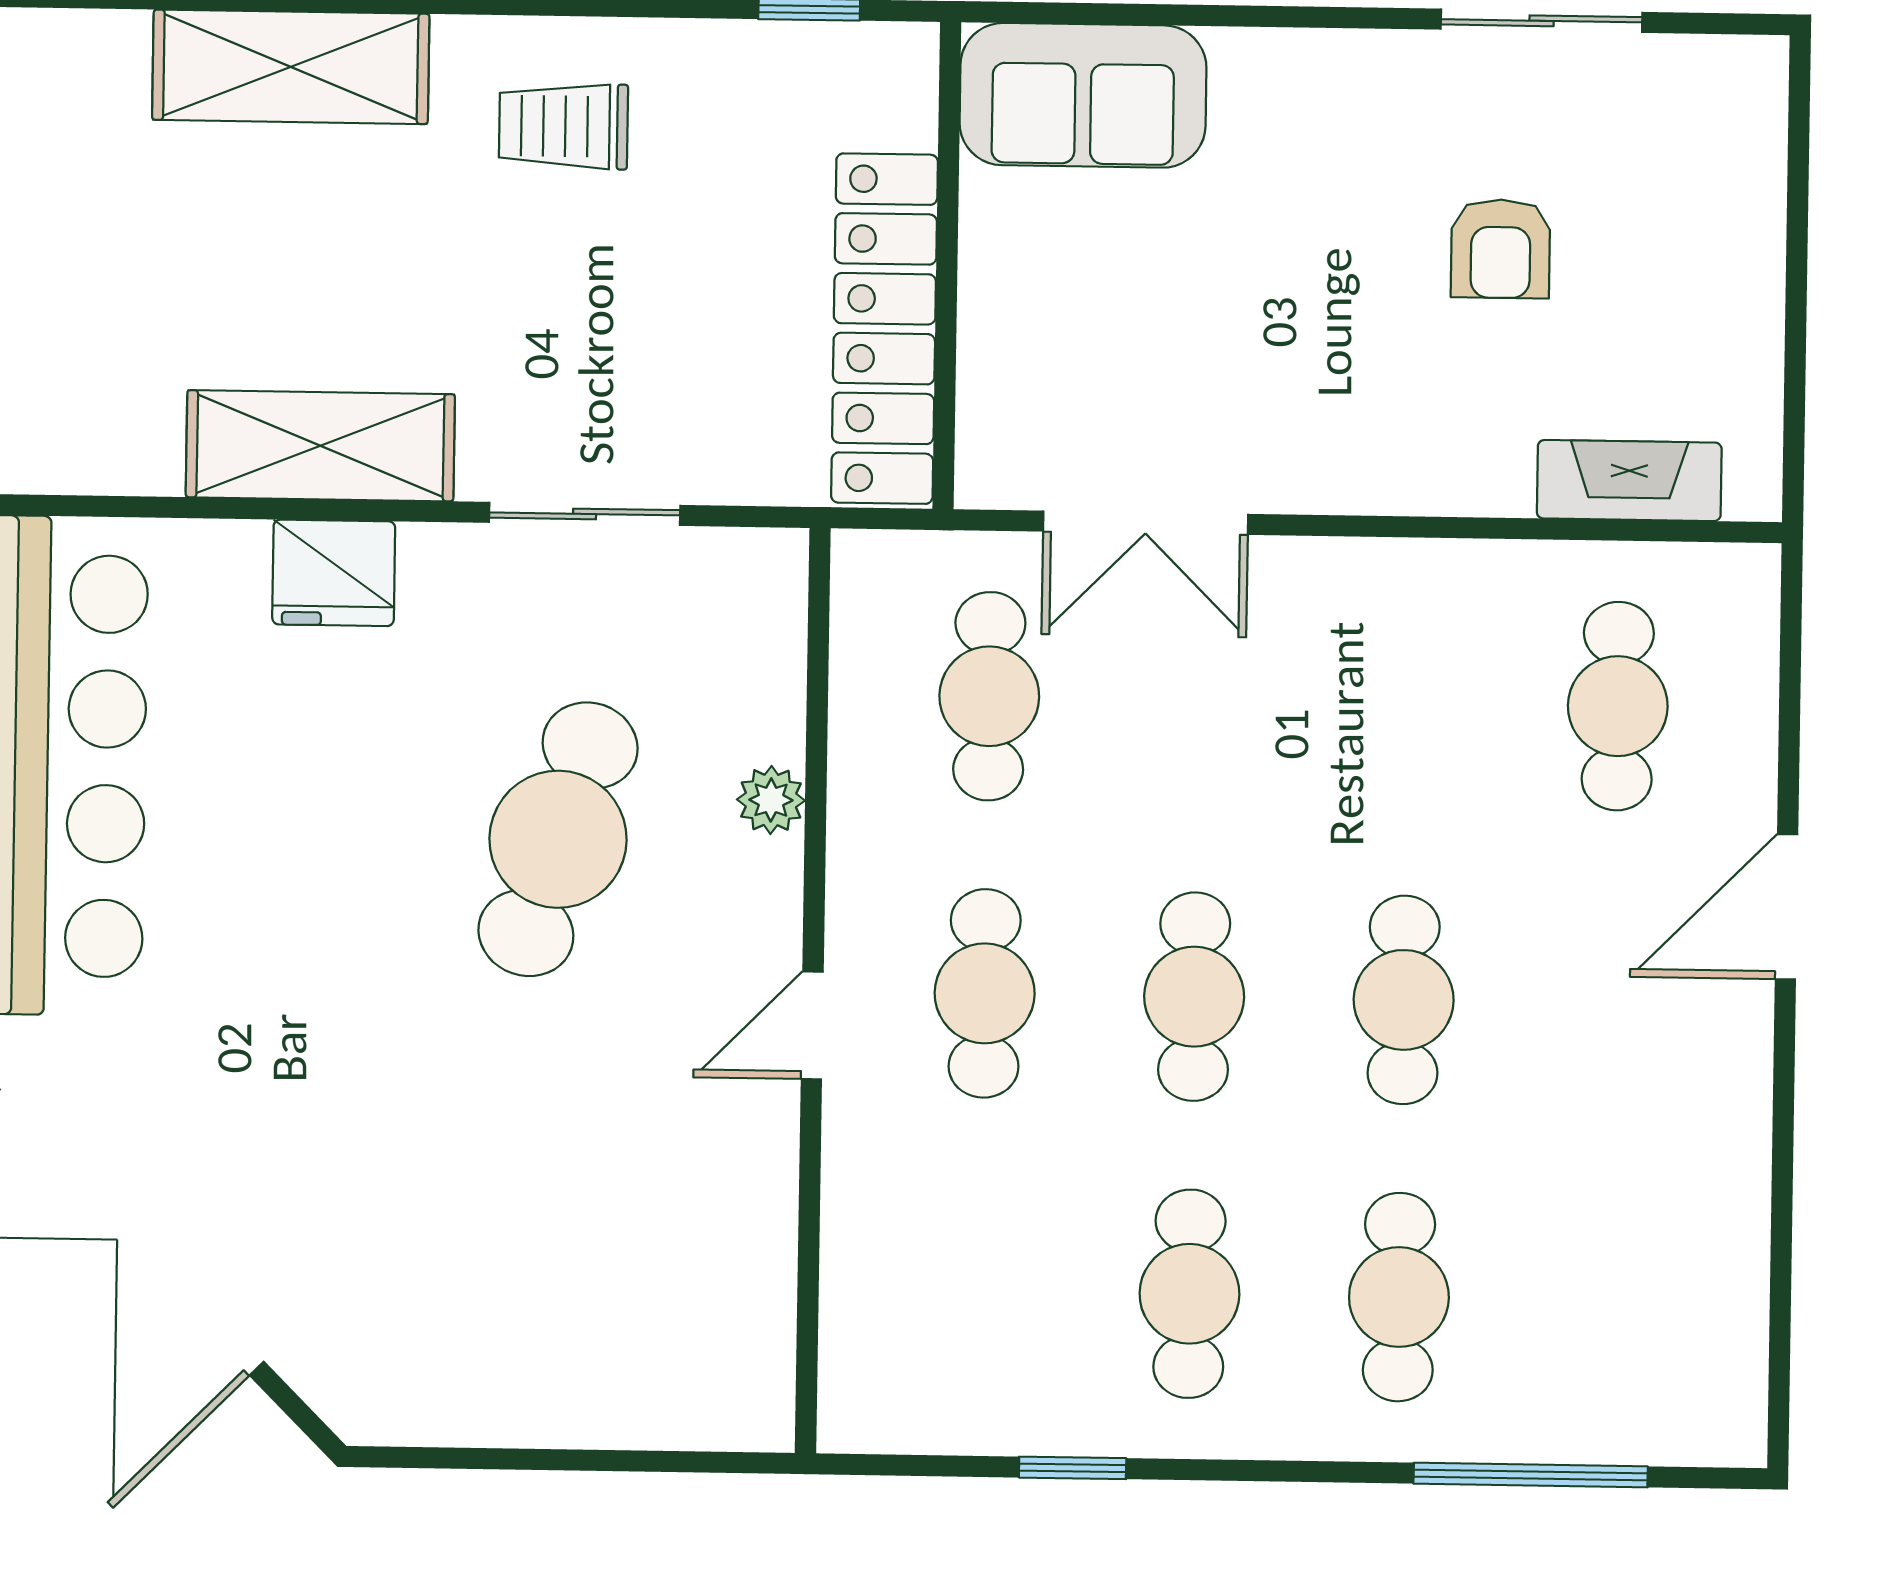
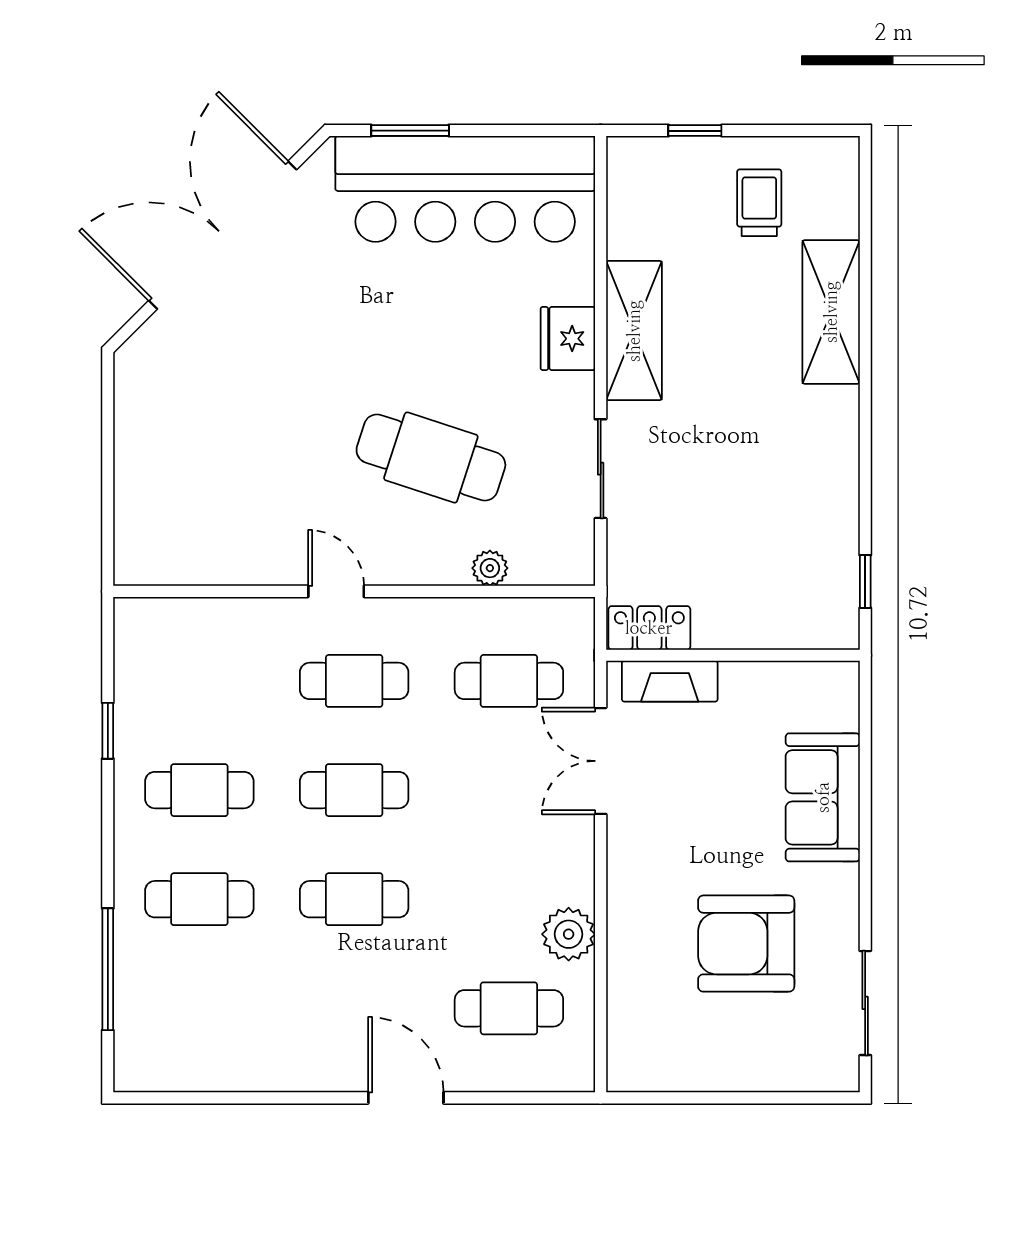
sliding door: (1542, 21) -> (865, 1003), moved
sofa: (1083, 95) -> (823, 797), moved
trolley: (563, 126) -> (759, 203), moved
armchair: (1501, 249) -> (746, 944), width x1.88, depth x1.88
locker: (884, 329) -> (649, 628), width x0.46, depth x0.83
fireplace: (1629, 481) -> (670, 681), moved, turned 90
plant: (1477, 589) -> (569, 934), added
plant: (771, 800) -> (490, 568), moved

